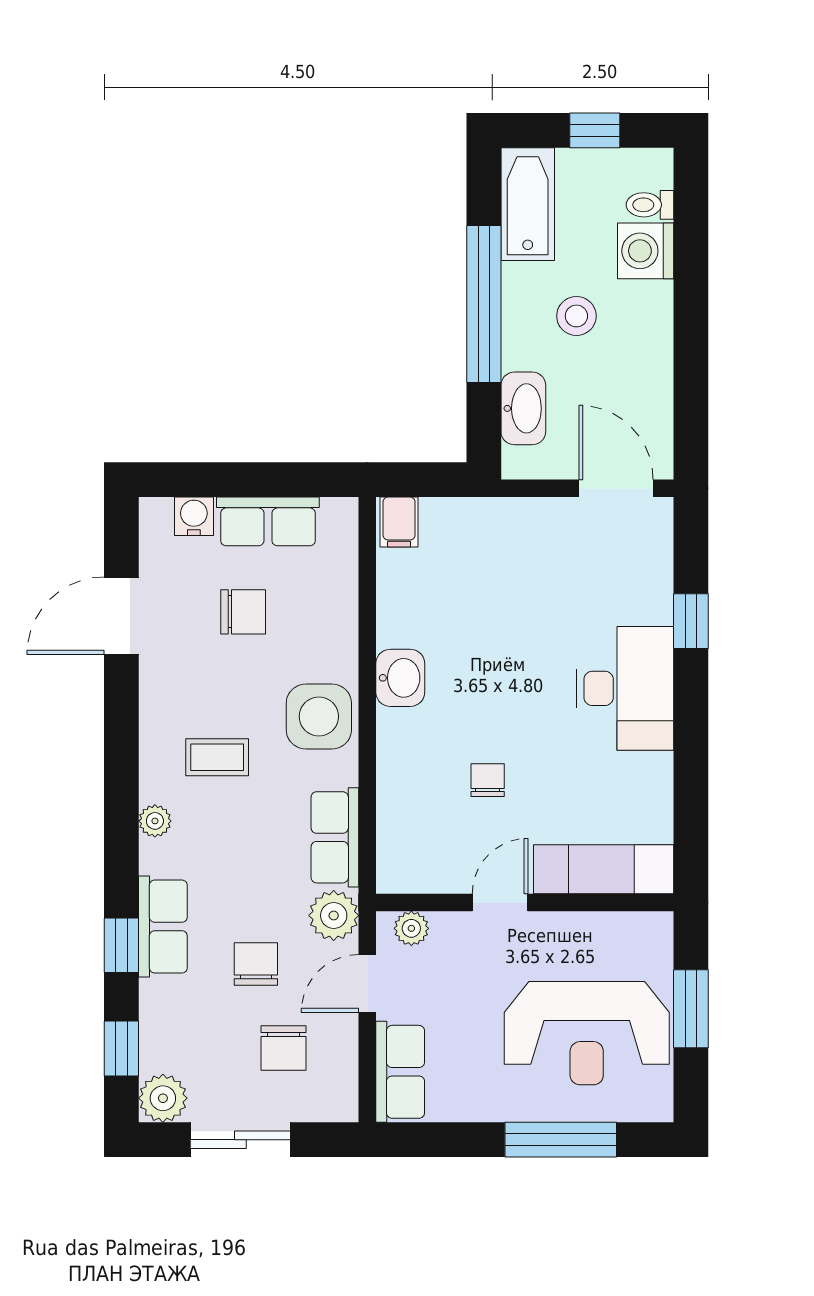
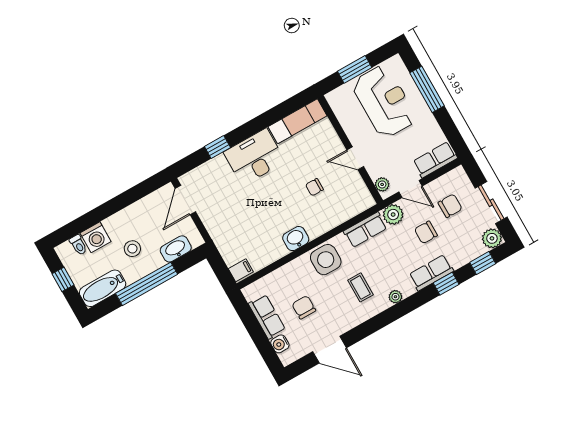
exam couch: (604, 869) -> (298, 121), moved, turned -90

